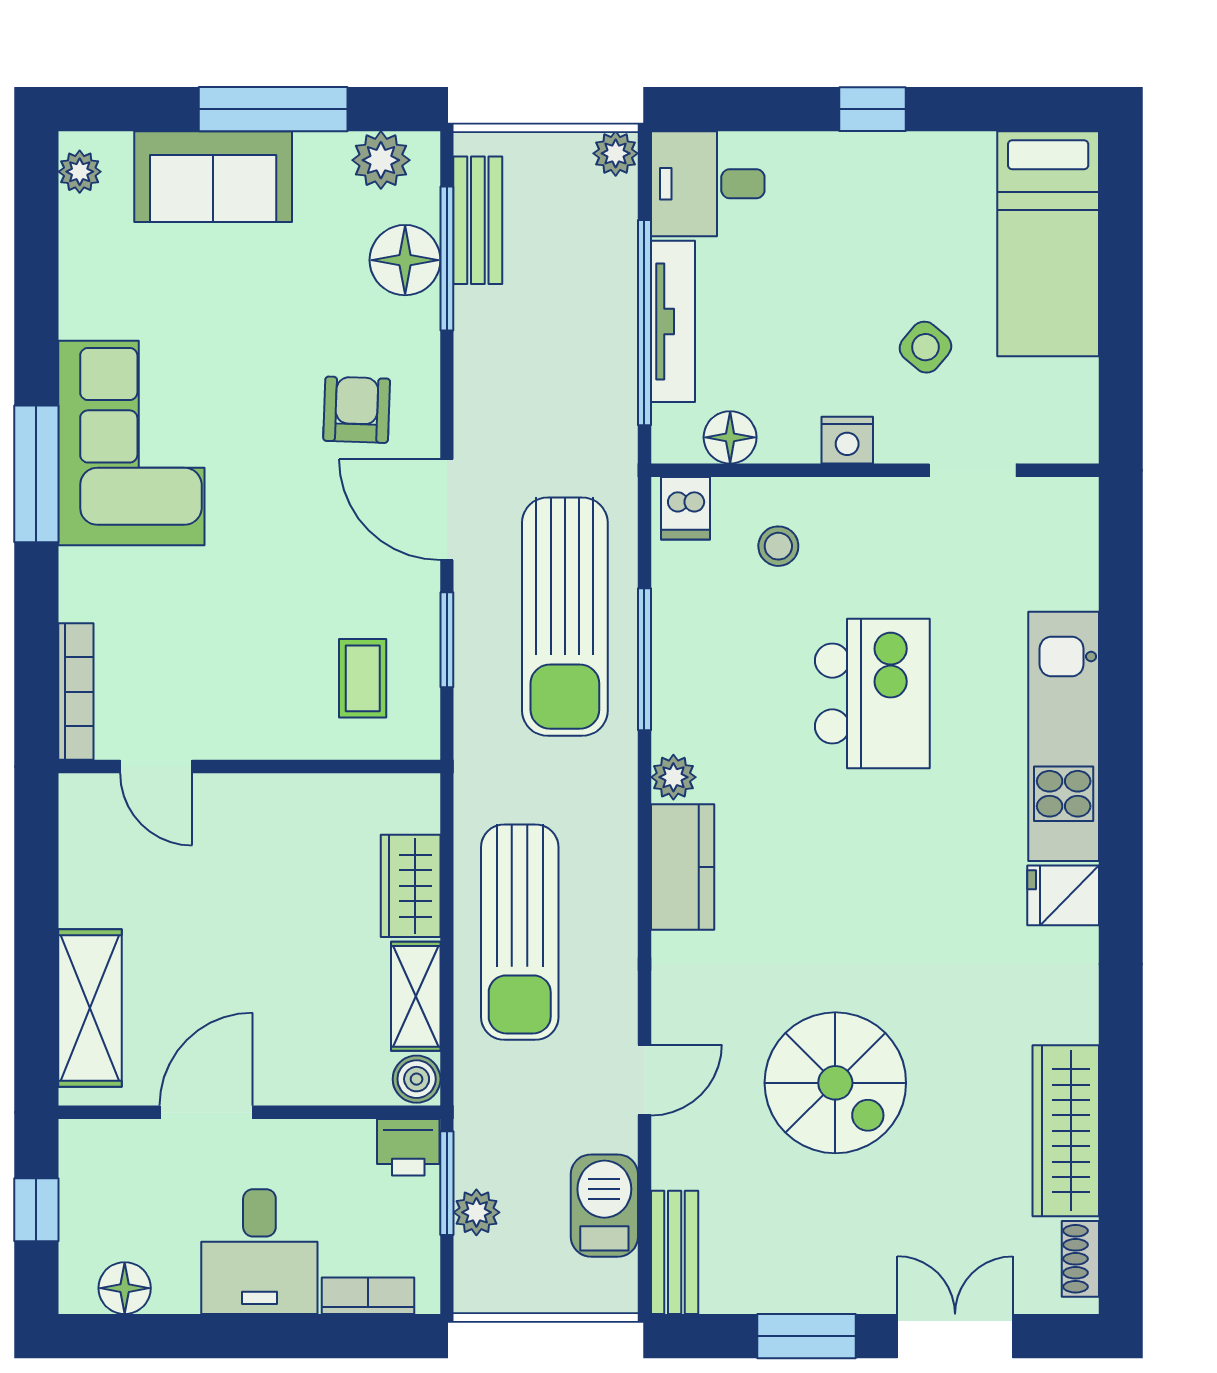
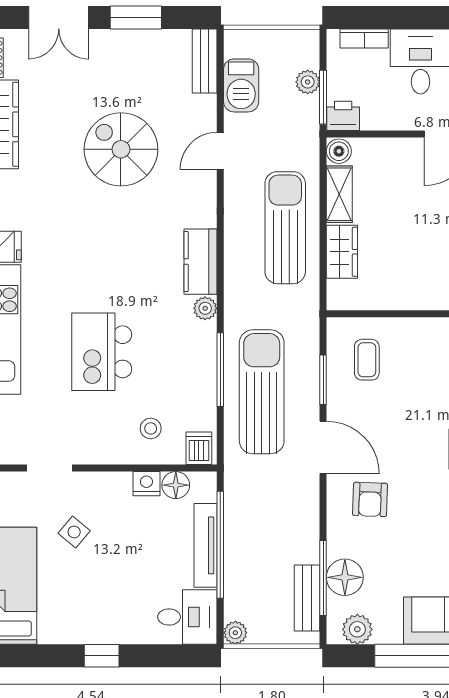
nightstand: (847, 440) -> (146, 484), moved

